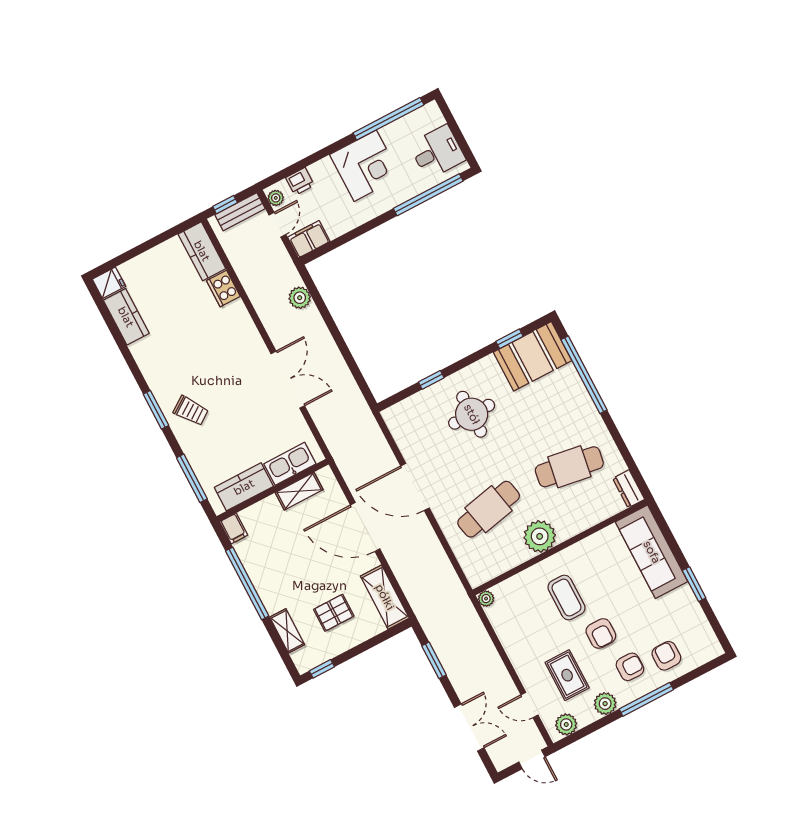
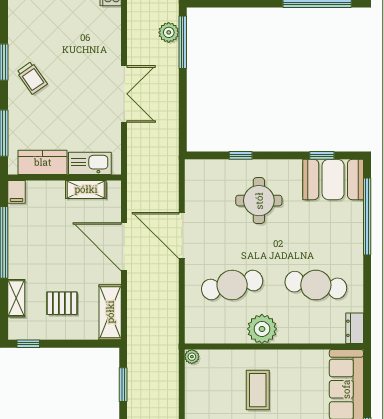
window: (318, 300) -> (183, 42), added

